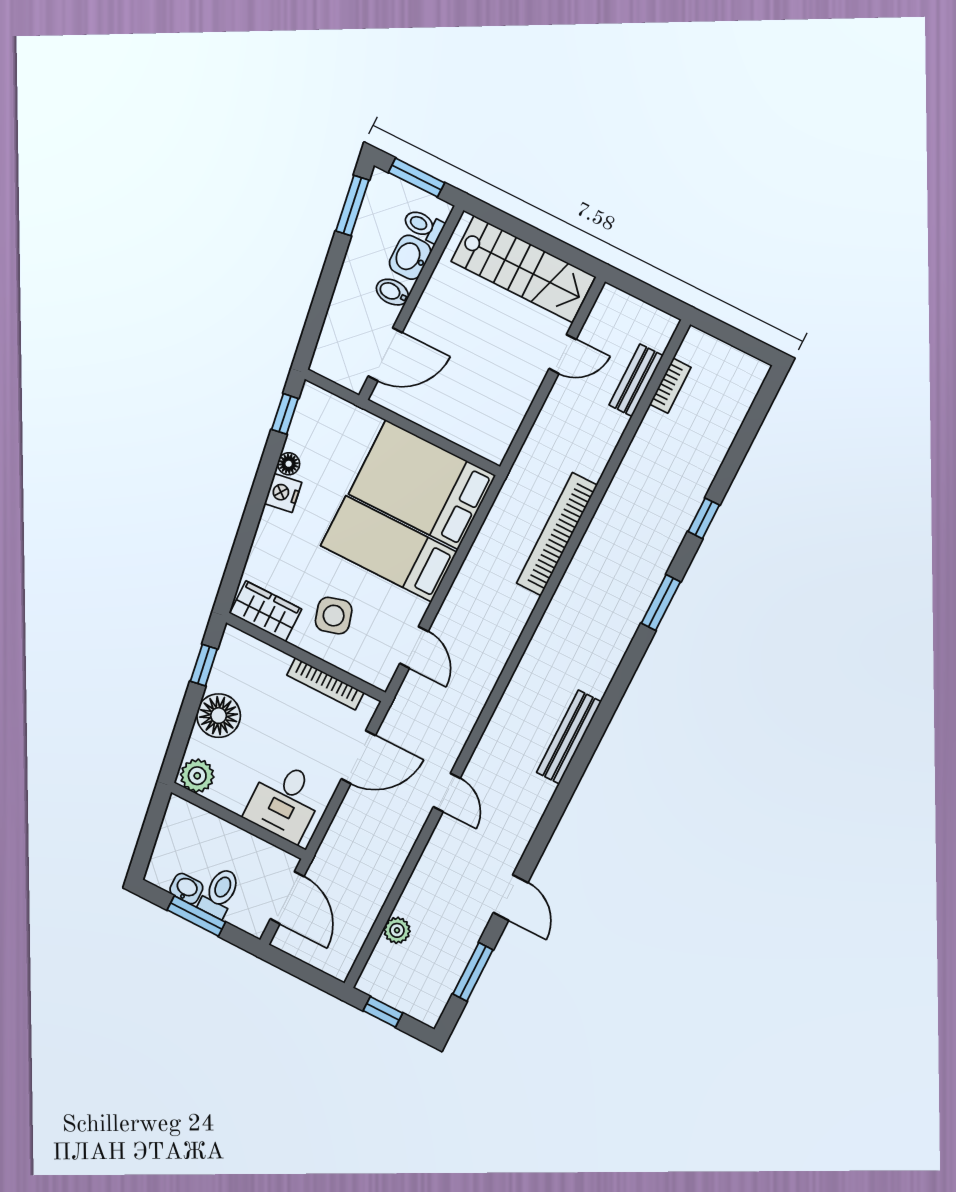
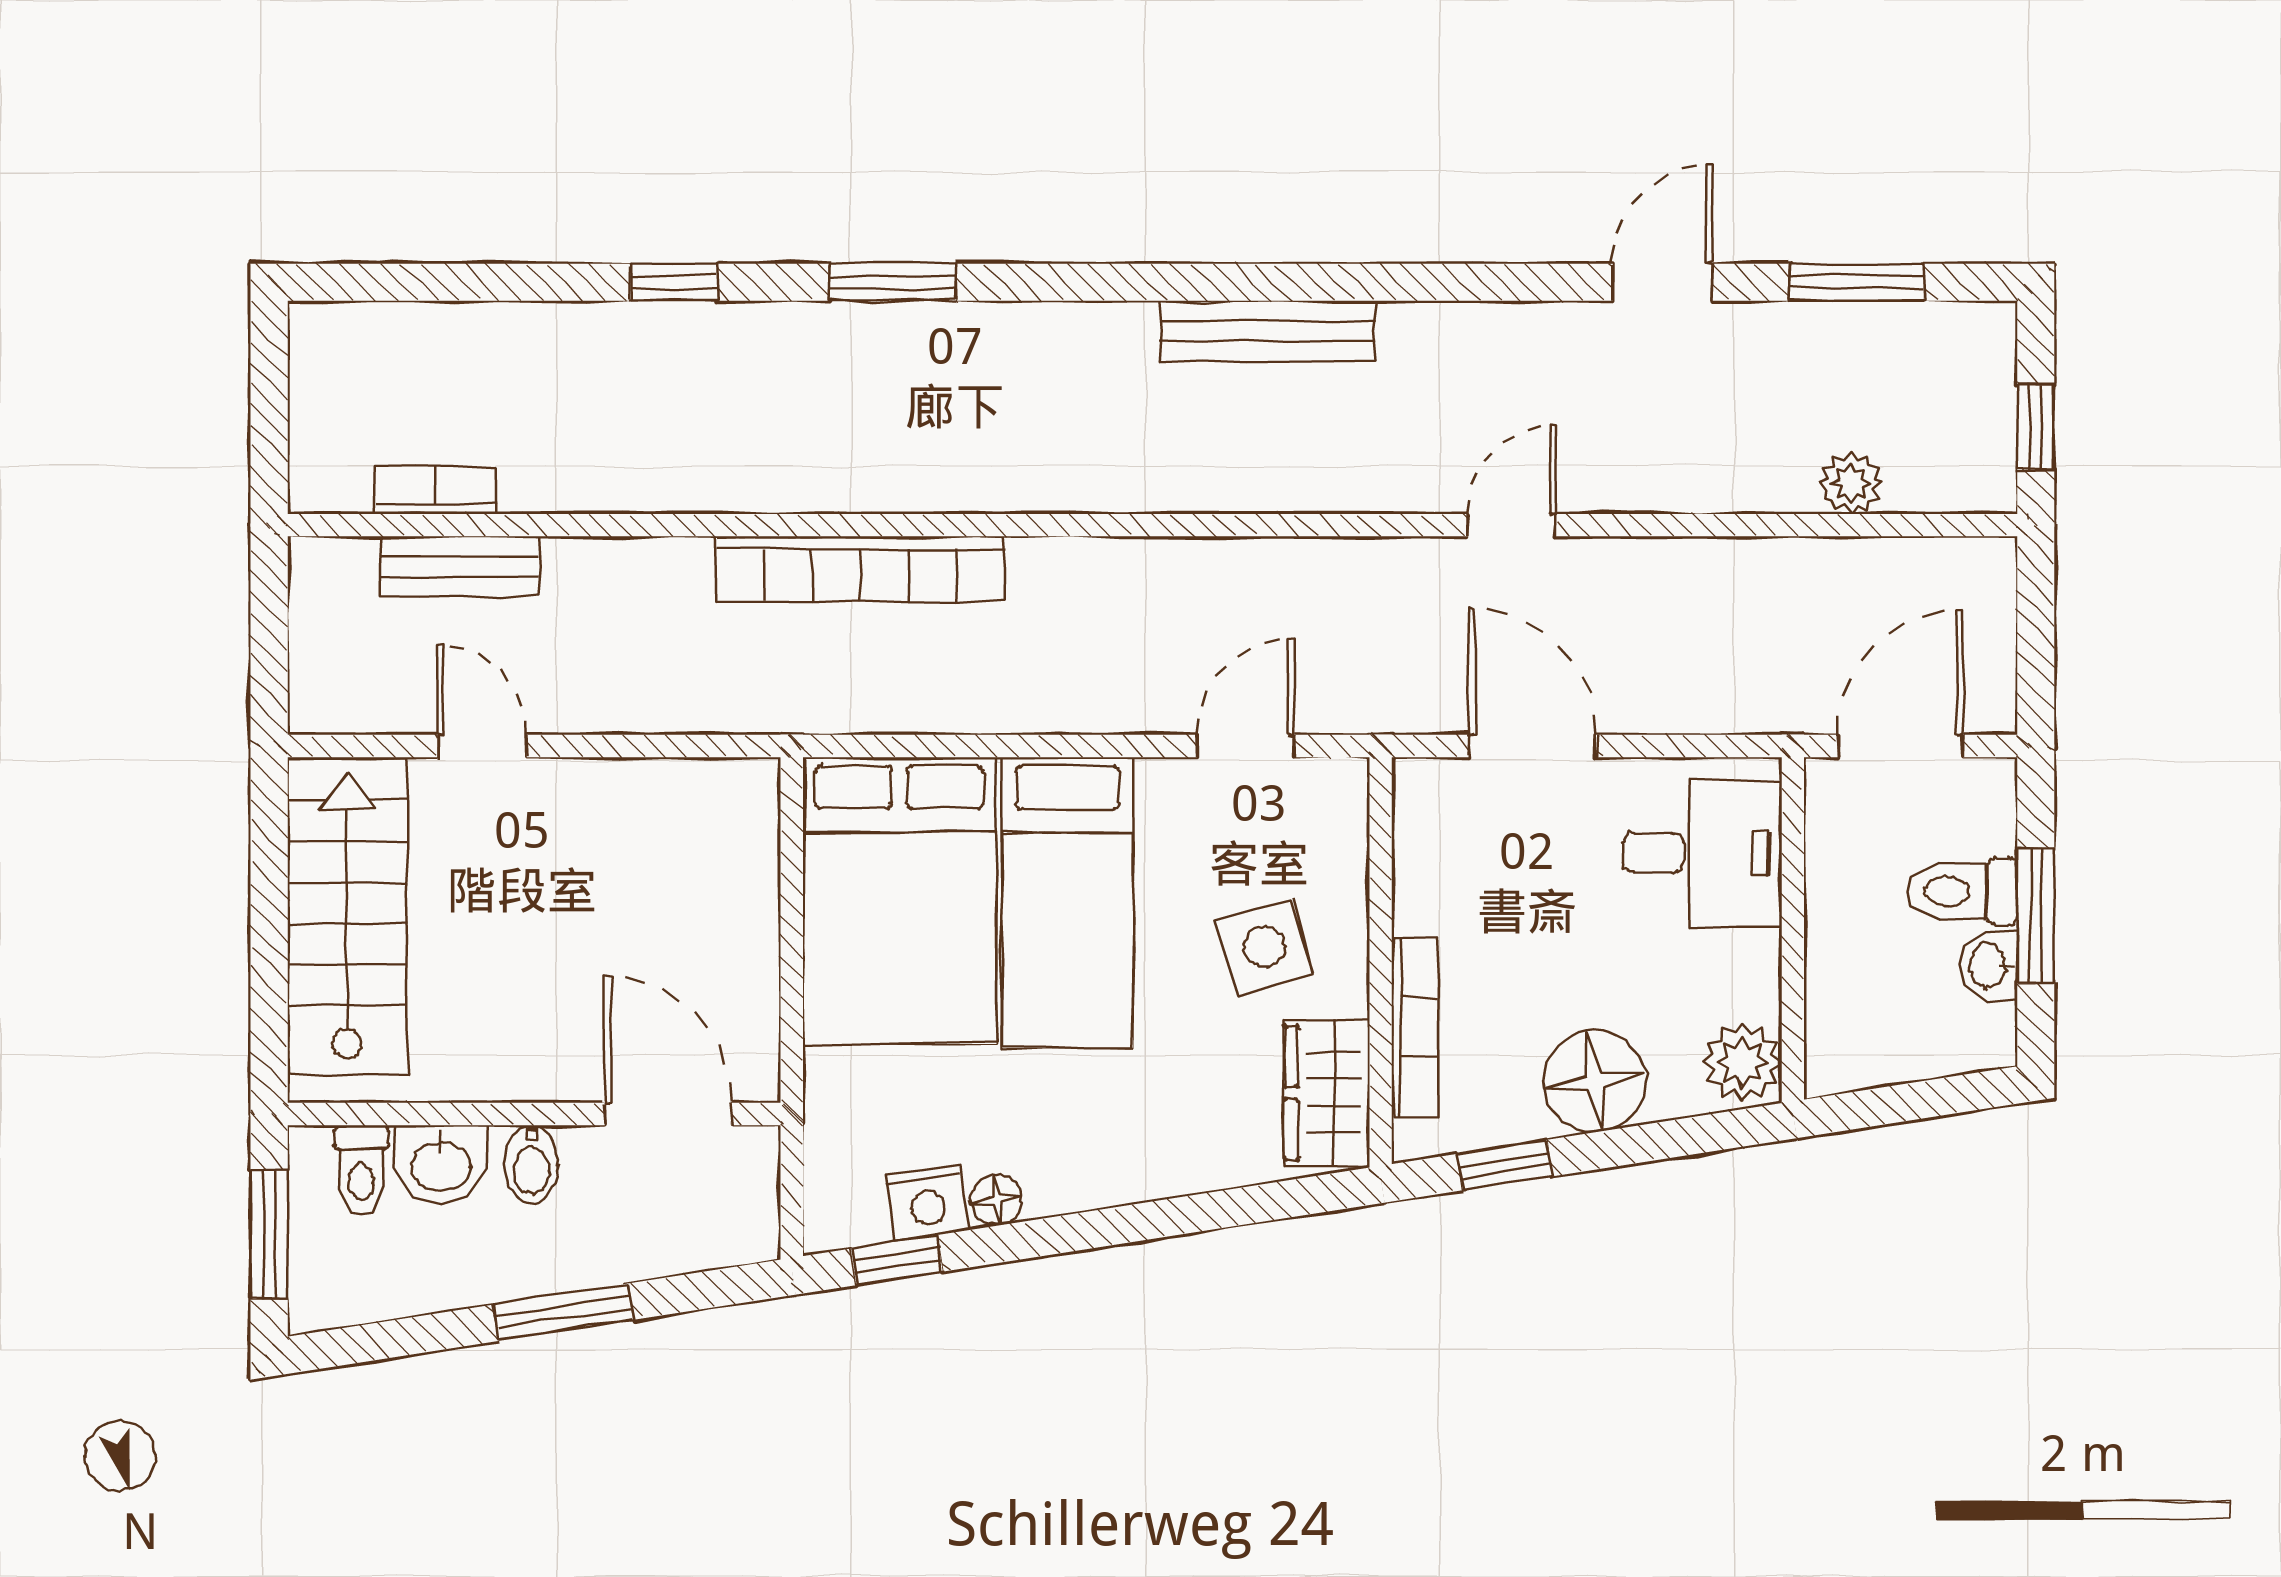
window: (352, 206) -> (563, 1312), moved
nightstand: (283, 493) -> (927, 1202), moved
bookcase: (325, 684) -> (1415, 1027), moved

